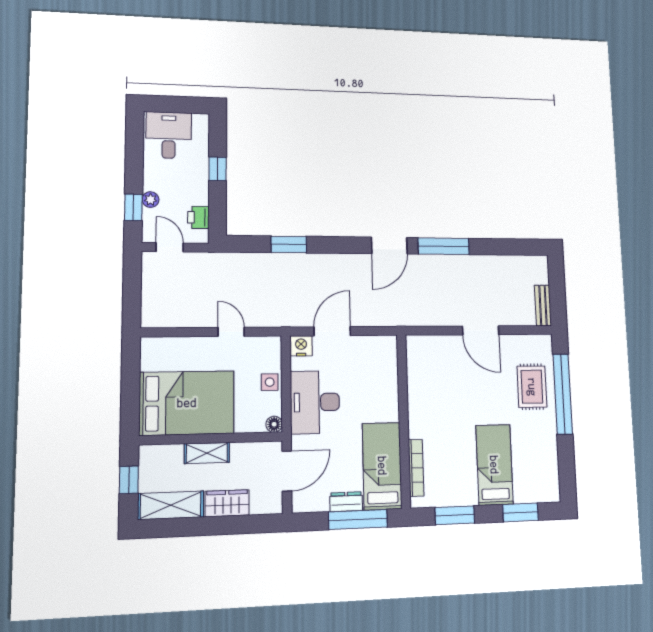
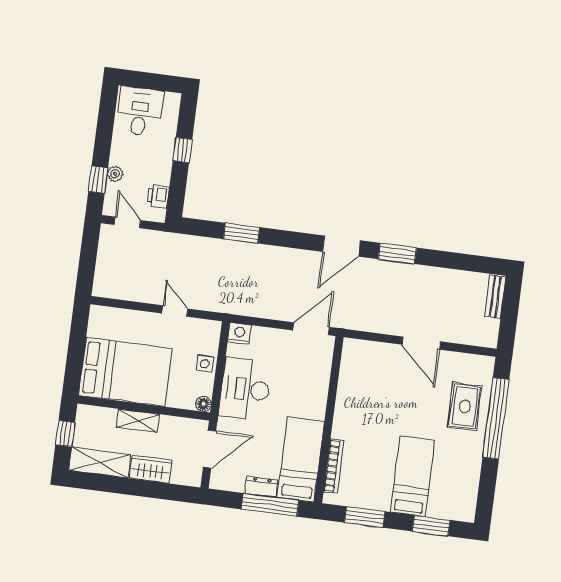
window: (444, 246) -> (397, 253), width x0.69
bench: (543, 305) -> (495, 297), moved
door: (332, 331) -> (311, 329), moved

